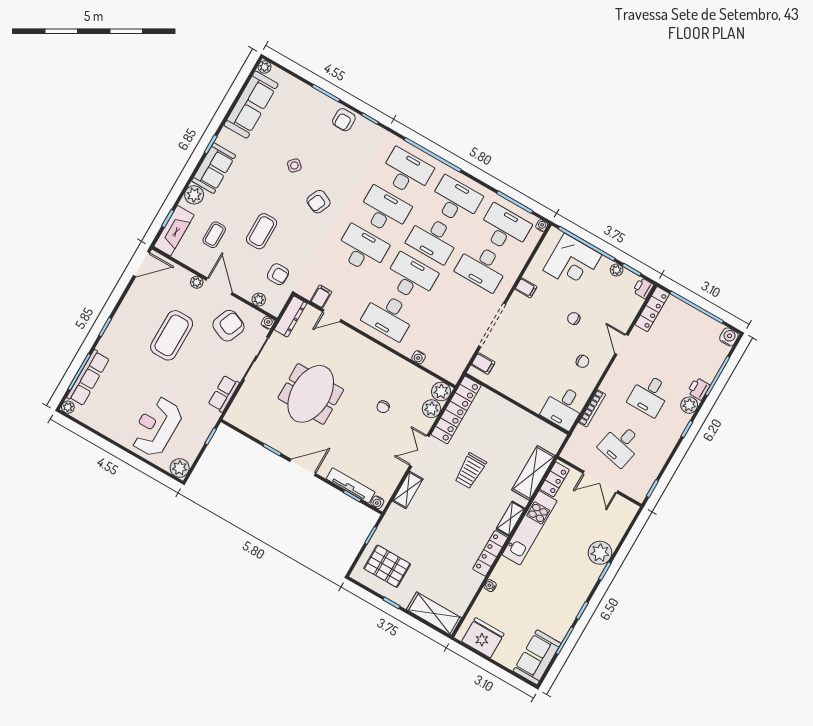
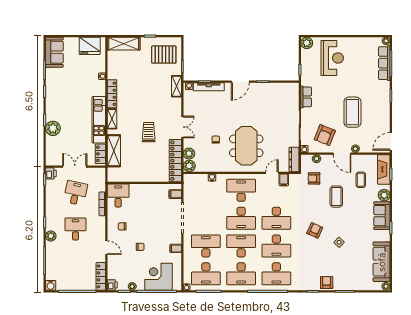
printer: (699, 389) -> (51, 173), moved
meeting table: (311, 394) -> (246, 146), moved
shelving: (408, 490) -> (176, 86), moved

